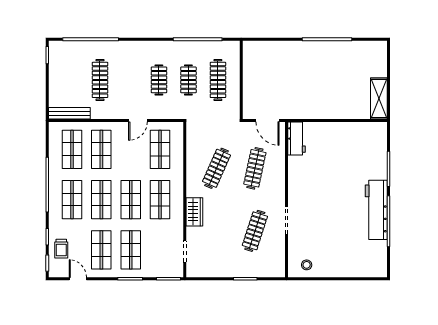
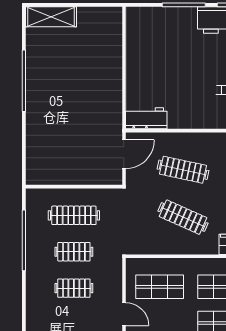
shelving: (379, 99) -> (51, 17), moved

